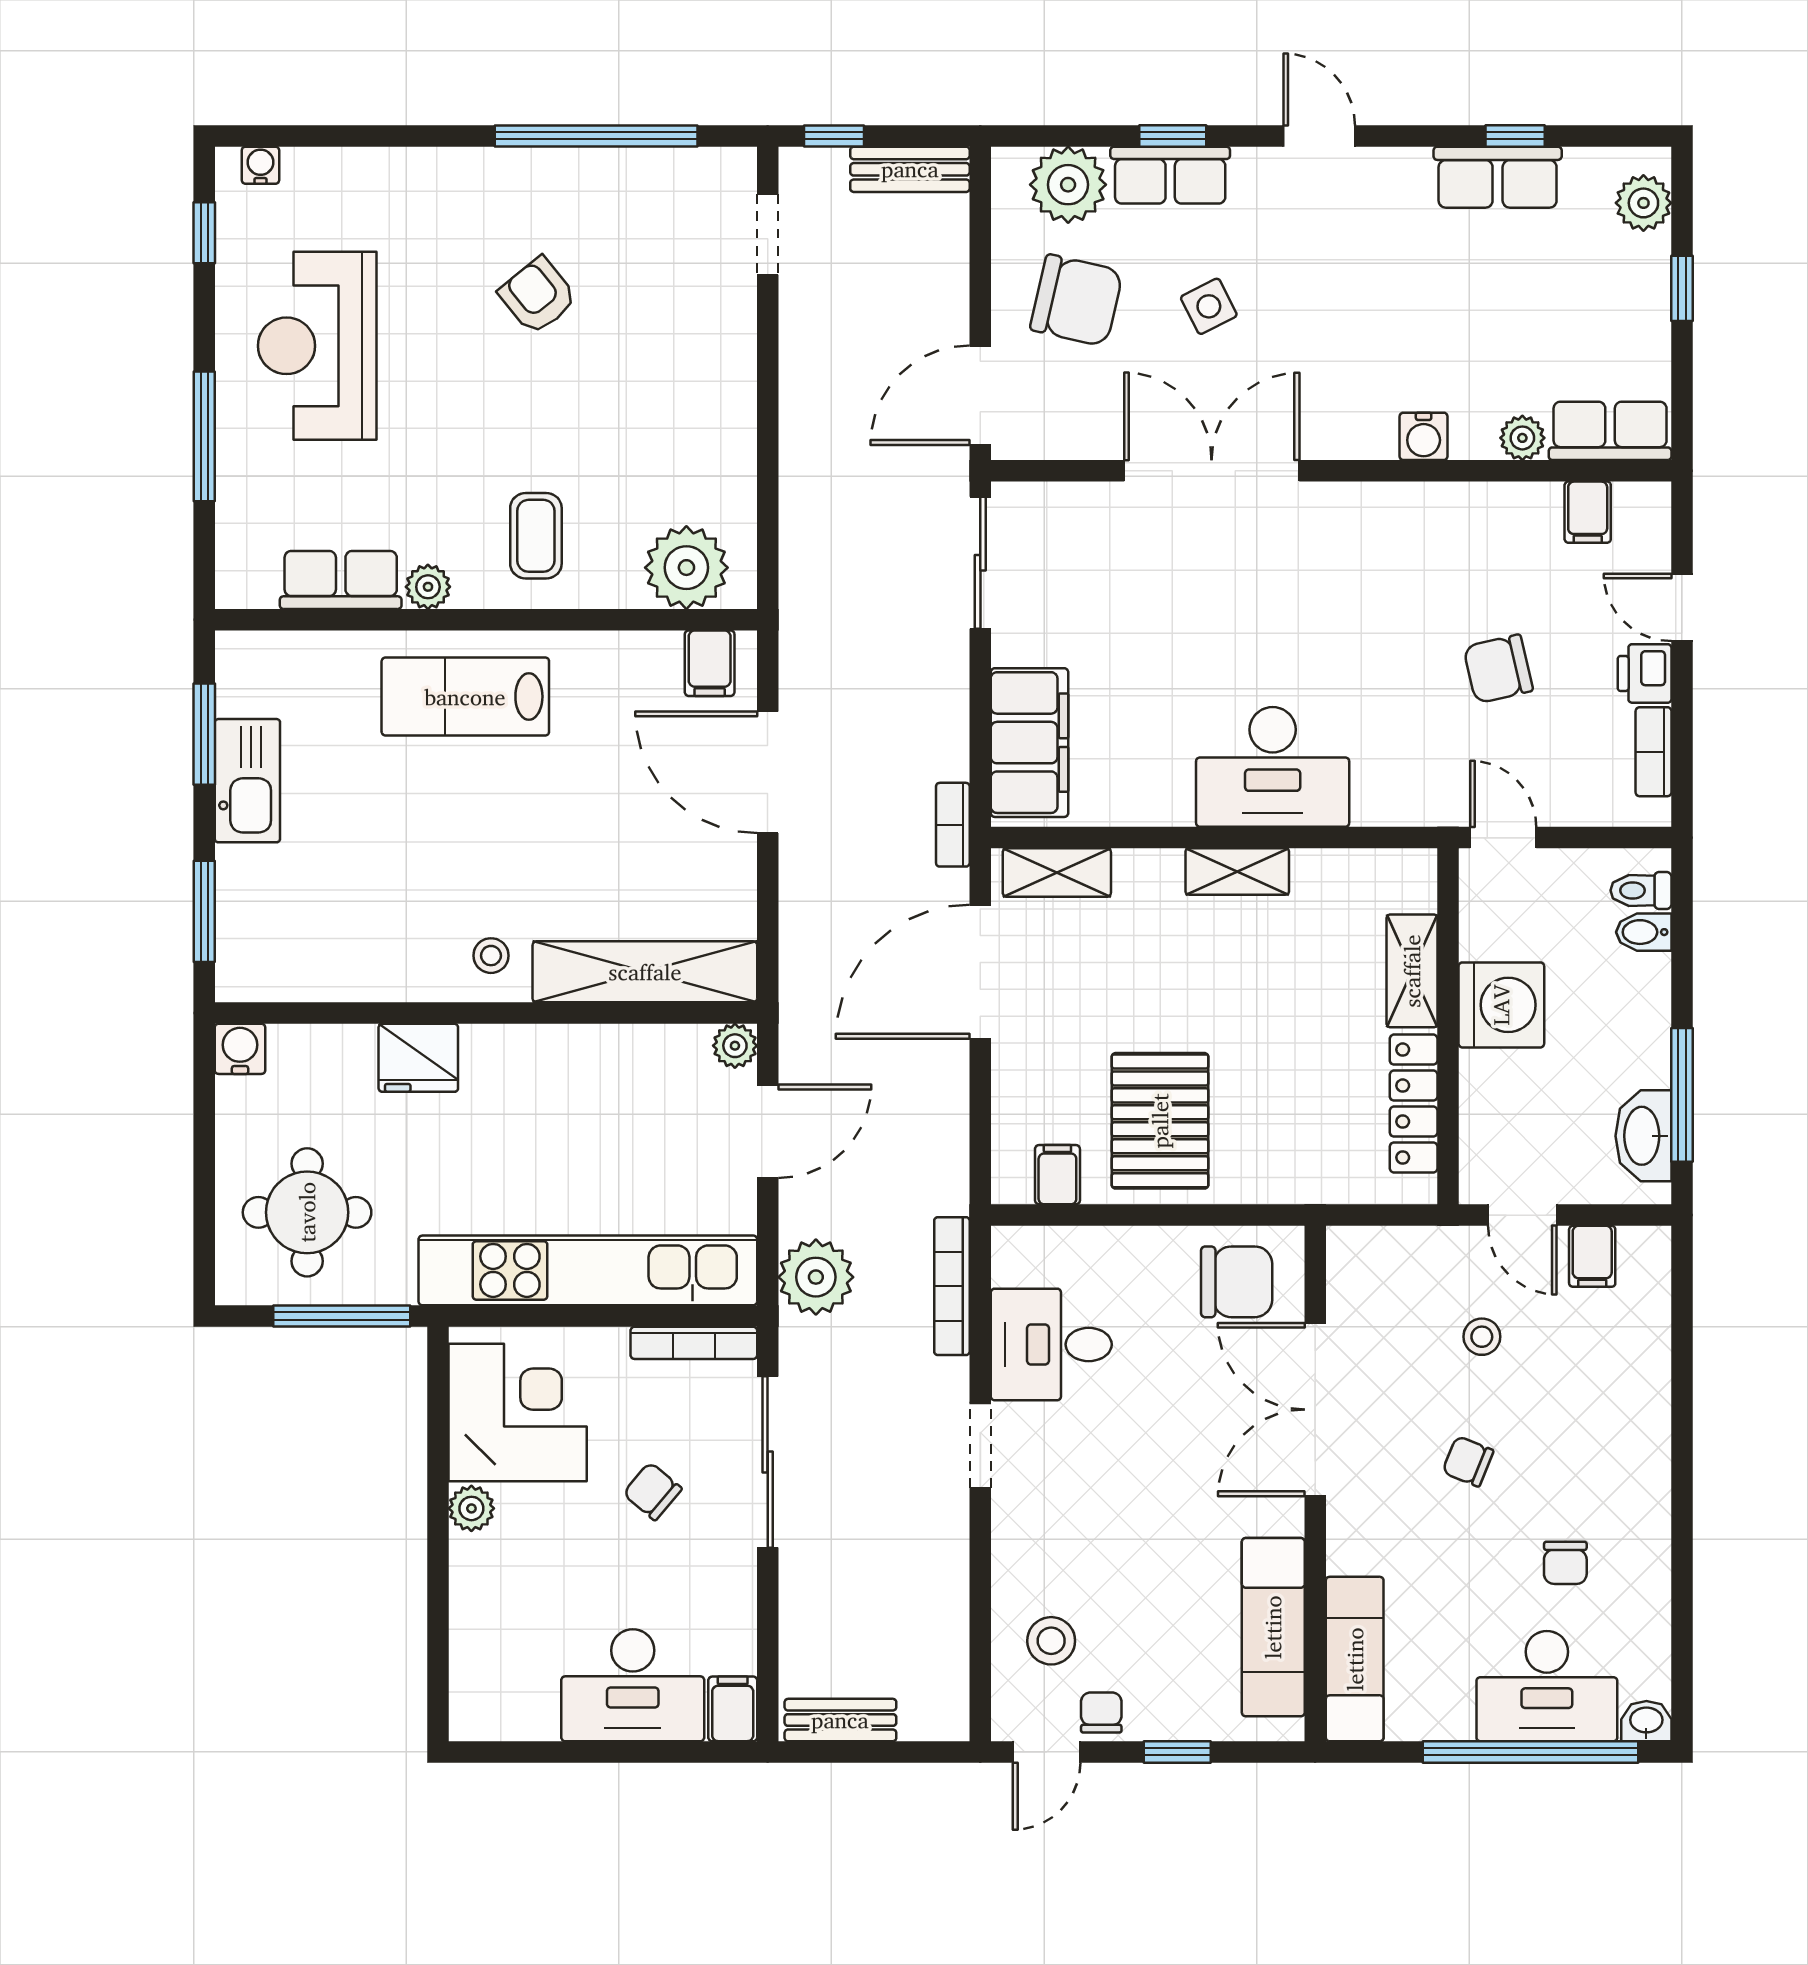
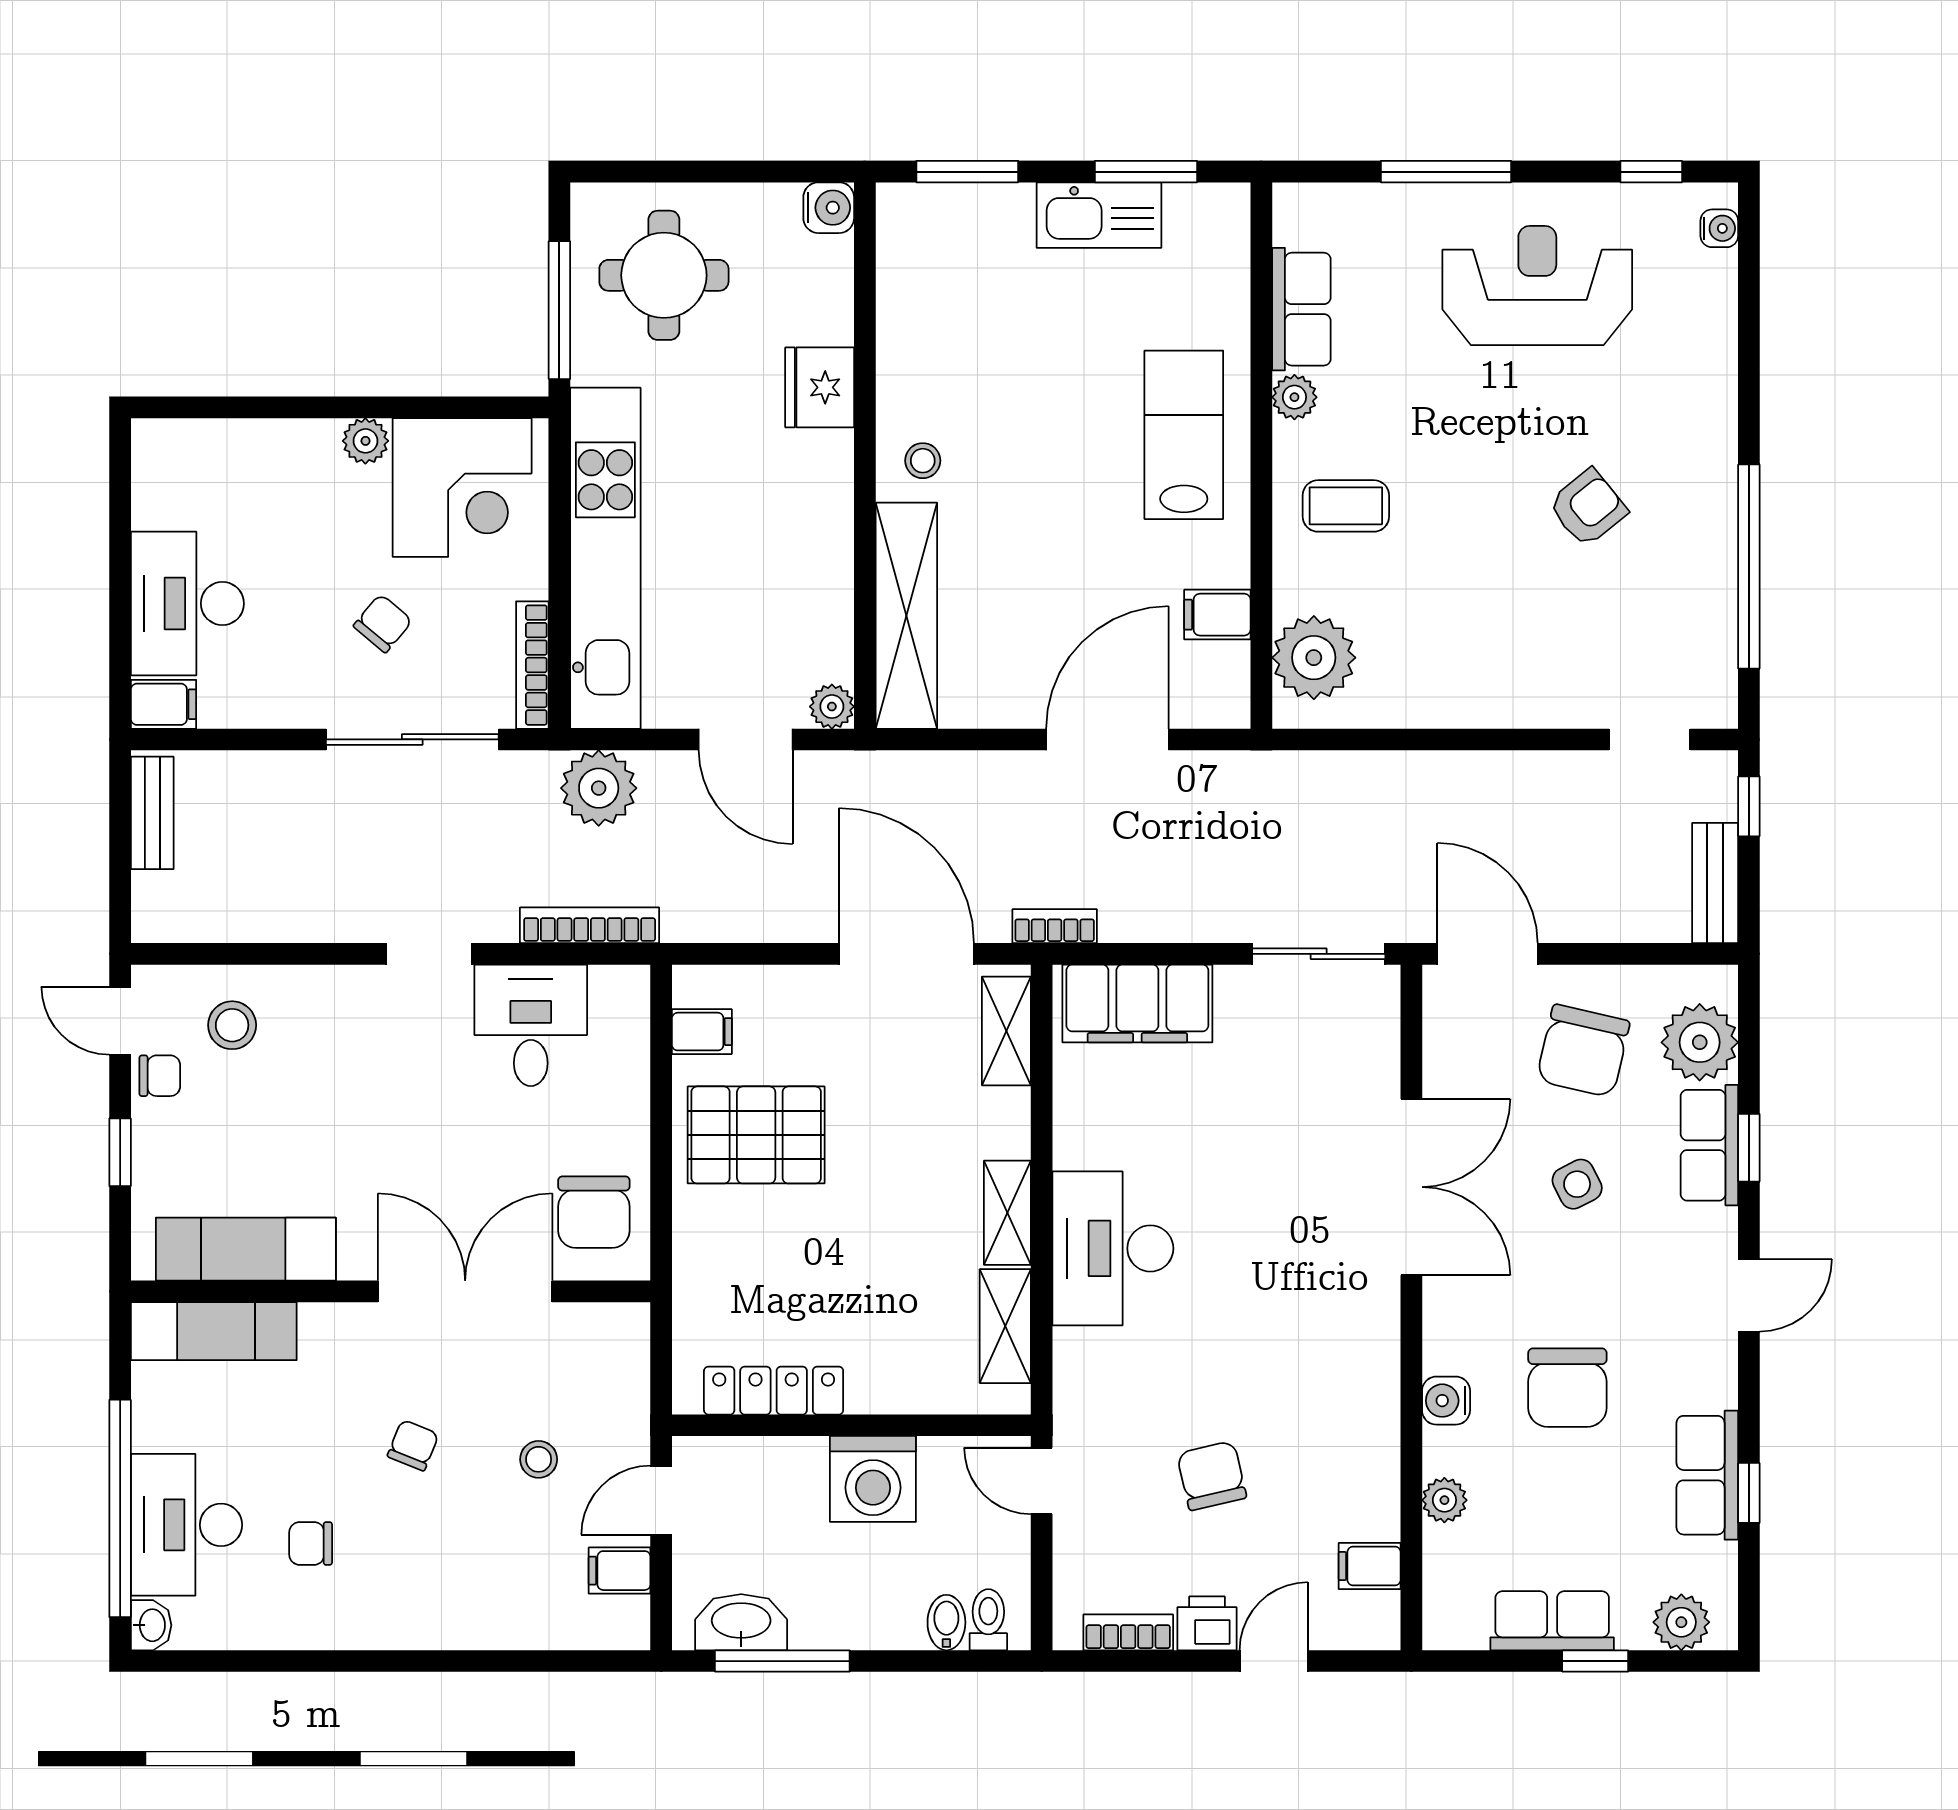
chair: (1411, 316) -> (1567, 1388), added
row of seats: (1610, 431) -> (1552, 1621), moved, turned -90
filing cabinet: (710, 663) -> (1217, 615), moved
door: (1503, 838) -> (1042, 1481), swing flipped
shelving: (1412, 971) -> (1005, 1326), moved, turned 90

